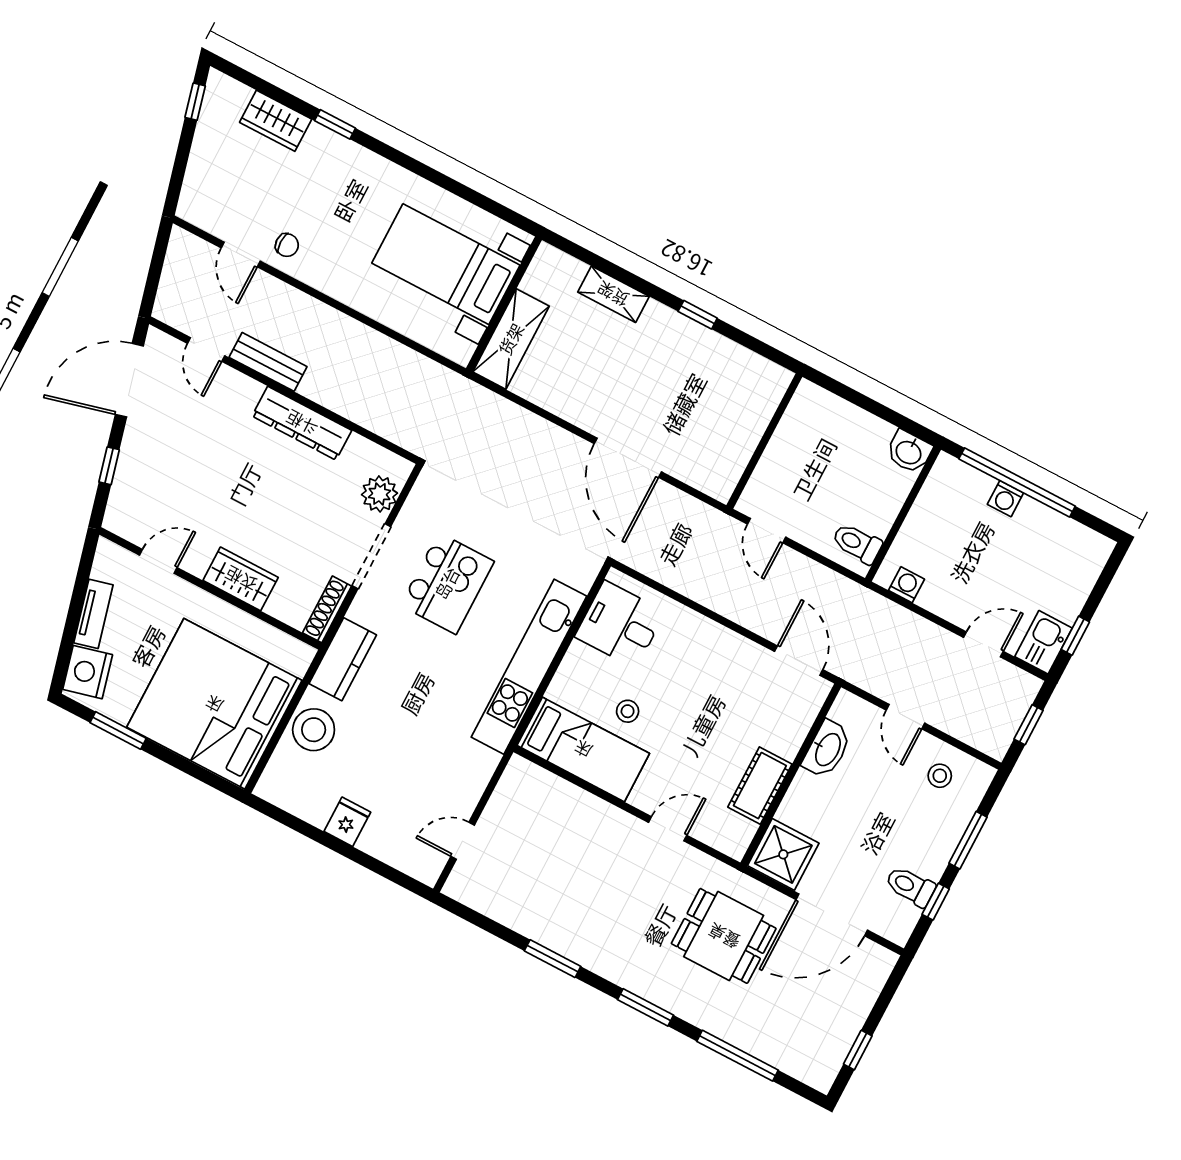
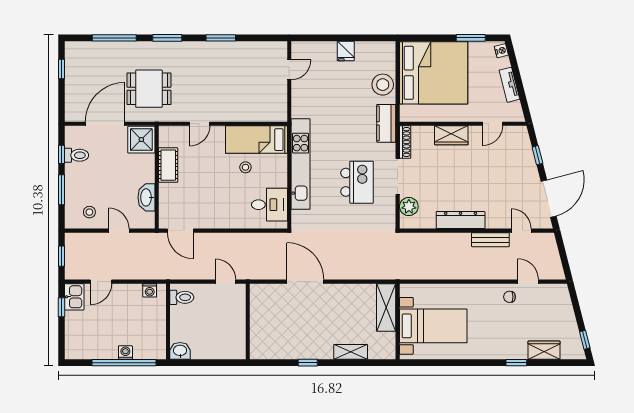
kitchen island: (447, 583) -> (357, 182), turned 180
nightstand: (88, 672) -> (501, 51), width x0.53, depth x0.56

